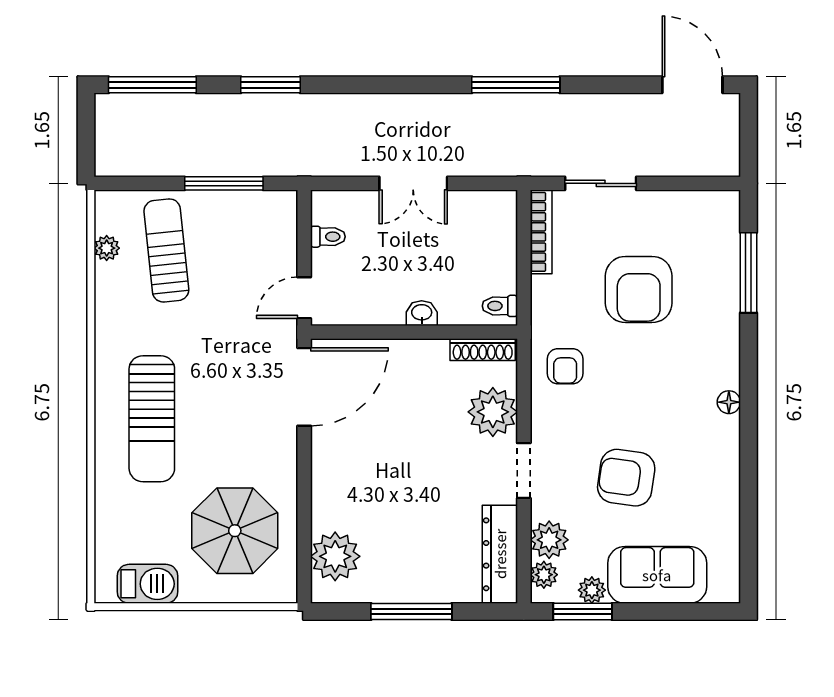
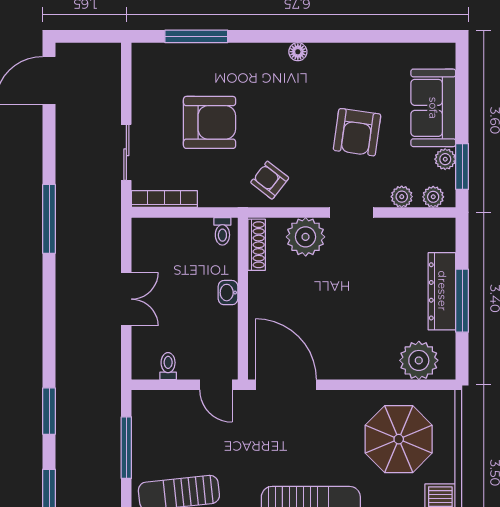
armchair: (565, 366) -> (270, 180), turned -142
plant: (549, 540) -> (402, 197), width x0.73, depth x0.73
dresser: (500, 554) -> (442, 291), moved, turned 90

